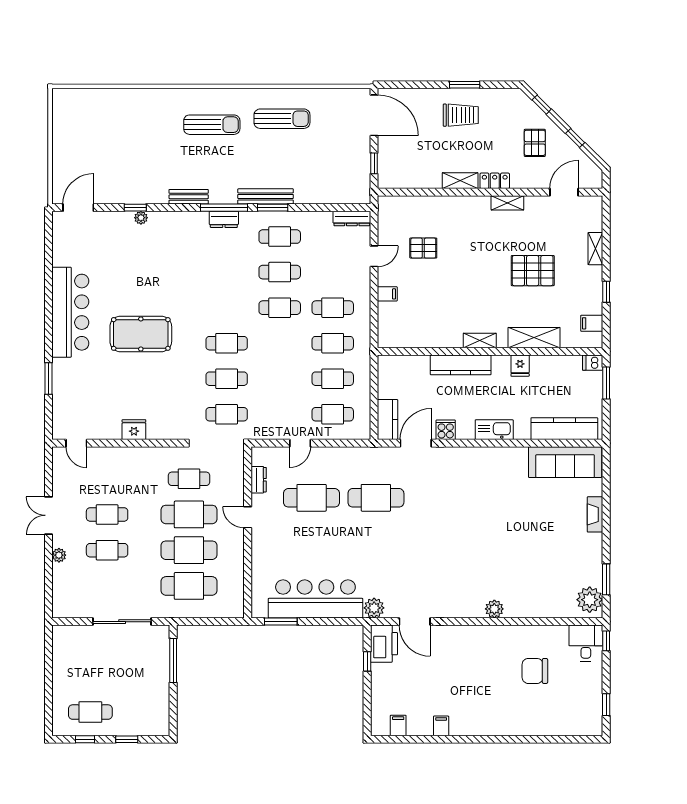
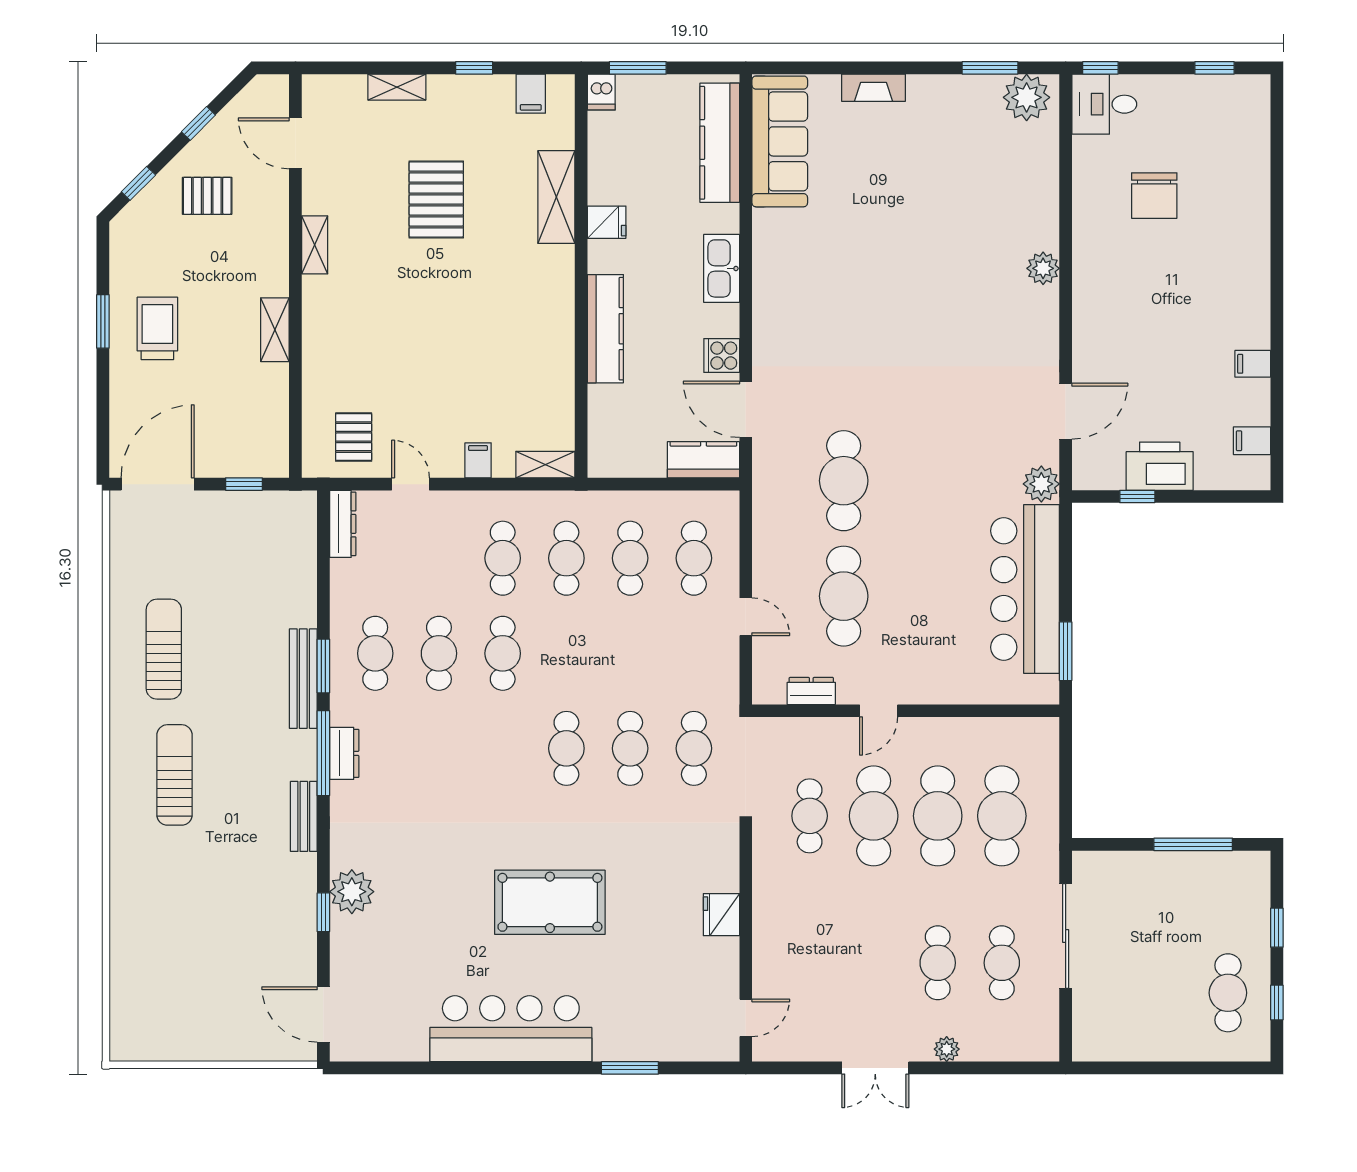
locker: (495, 181) -> (275, 268), removed
plant: (141, 218) -> (352, 892), width x1.87, depth x1.87
pallet: (423, 248) -> (354, 437), moved
pool table: (141, 334) -> (550, 902), turned 90
shelving: (480, 341) -> (545, 465), moved, turned 90
cafe table: (107, 514) -> (1002, 963), moved
printer: (384, 644) -> (1160, 466), moved
window: (173, 660) -> (1193, 844), moved

